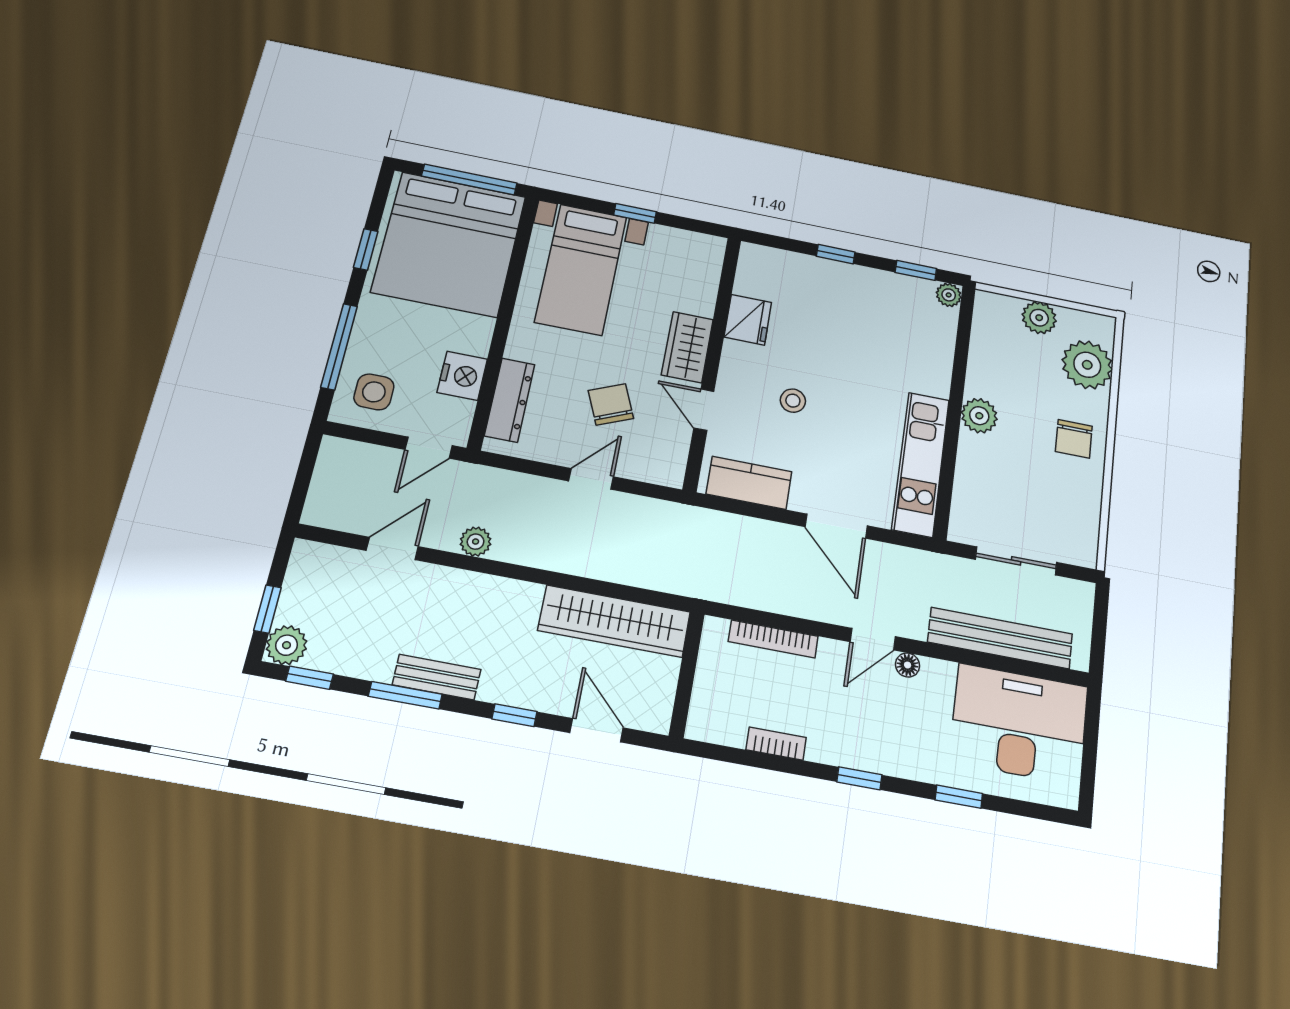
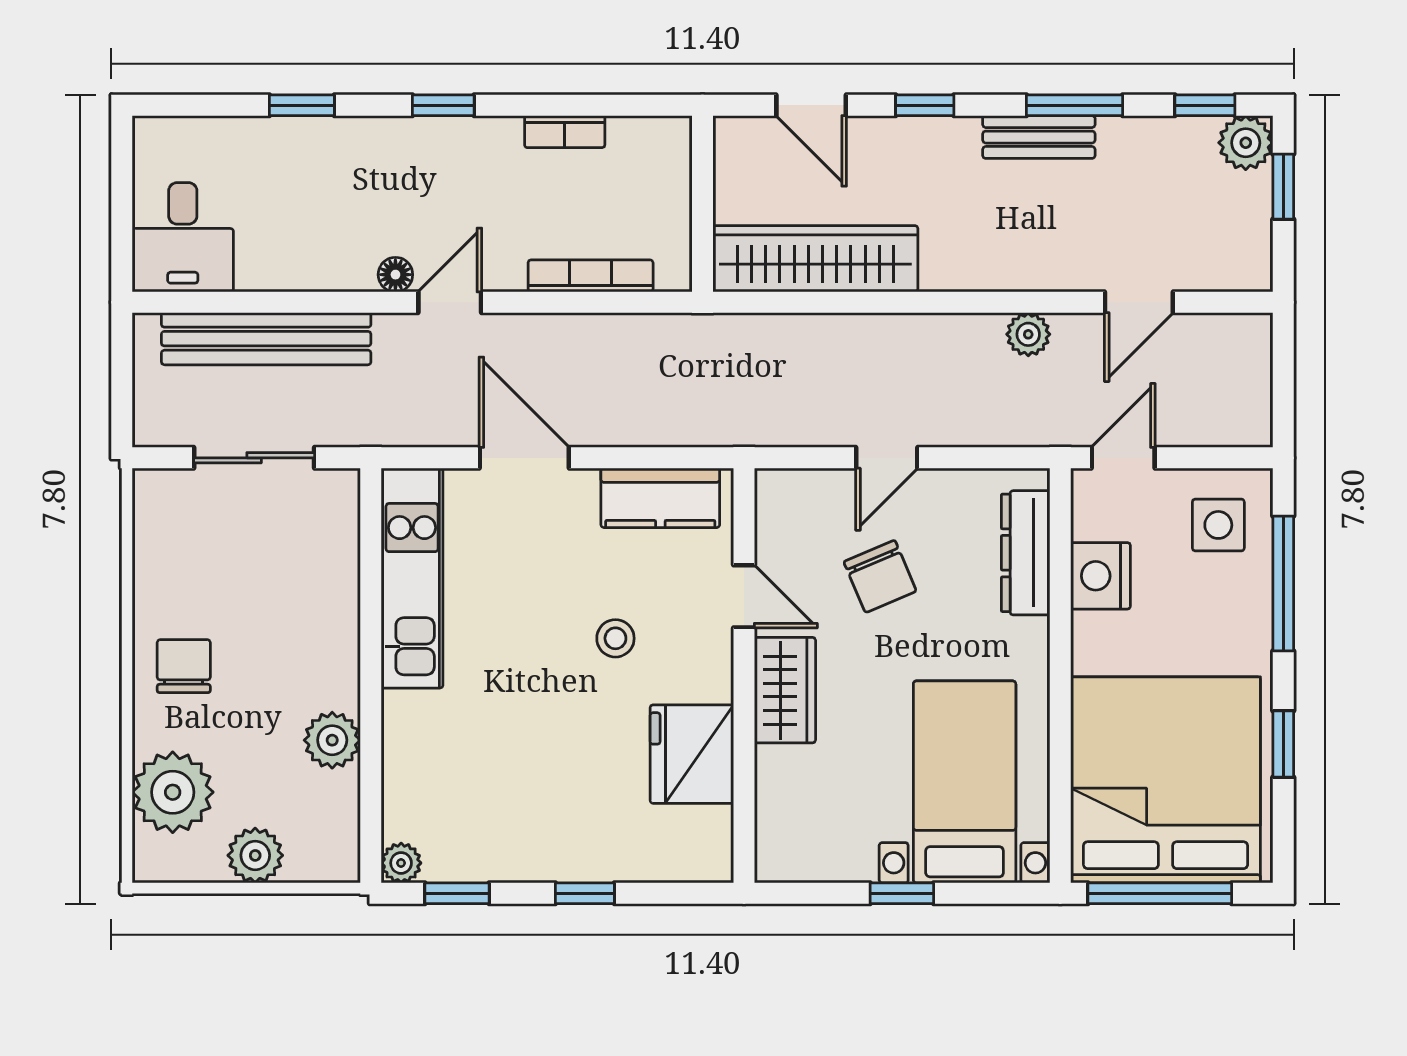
fridge: (748, 320) -> (692, 754), width x1.36, depth x1.34
plant: (979, 416) -> (332, 740), moved
desk: (1019, 724) -> (183, 237), width x0.53, depth x0.77

